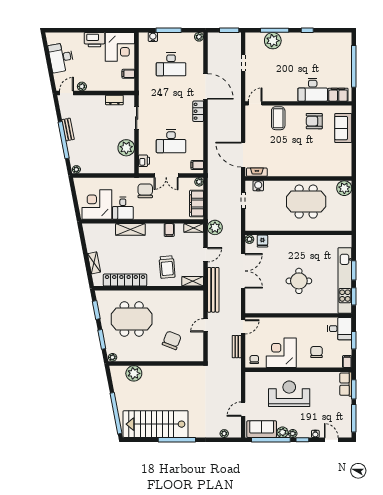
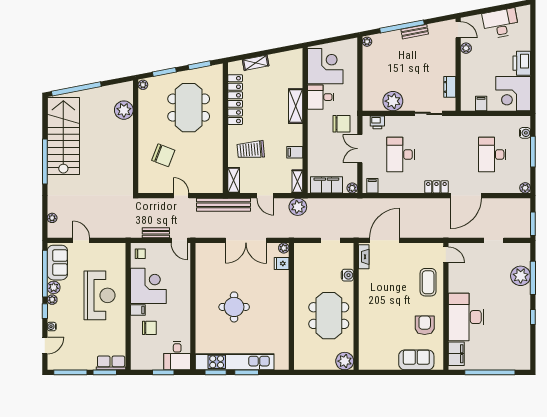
desk: (313, 90) -> (466, 317), width x1.36, depth x1.30
coffee table: (278, 118) -> (428, 282), turned 90
water cooler: (258, 186) -> (348, 275), moved
filing cabinet: (347, 362) -> (138, 310), moved

